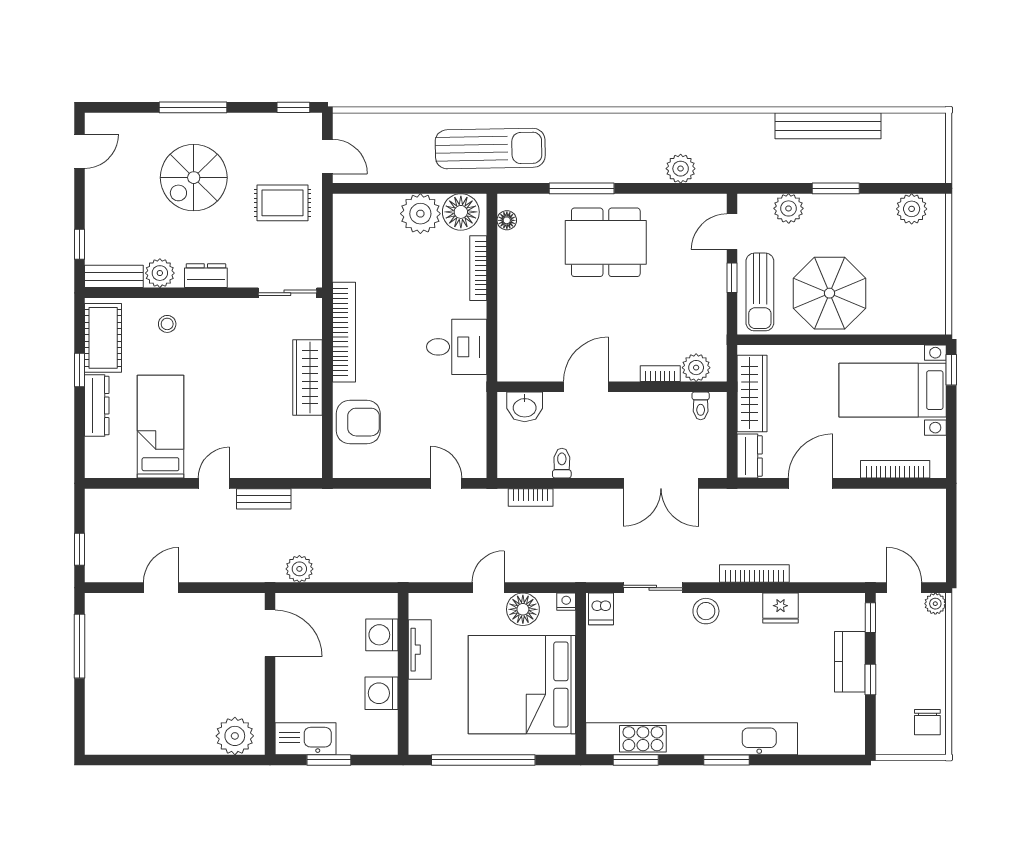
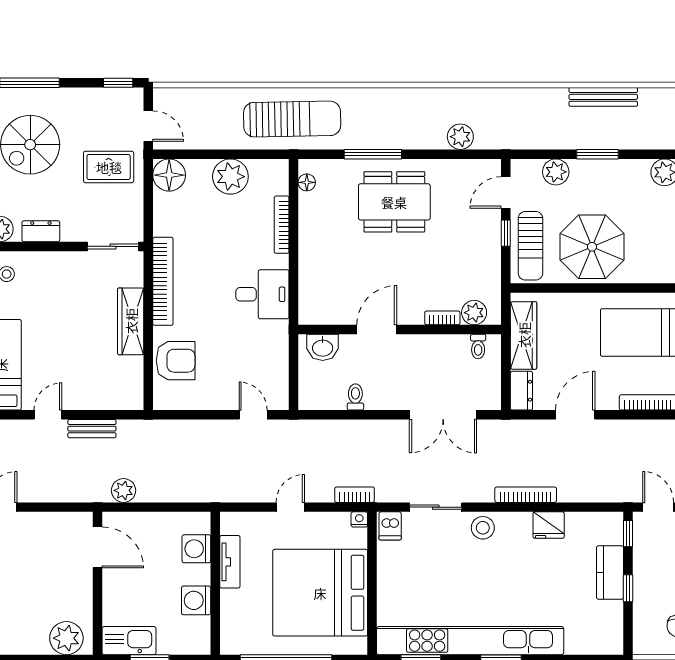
bench: (828, 126) -> (603, 97), width x0.73, depth x0.82
floor lamp: (461, 212) -> (169, 175), moved
bookcase: (531, 497) -> (355, 495), moved, turned 180
floor lamp: (523, 609) -> (321, 526), removed

